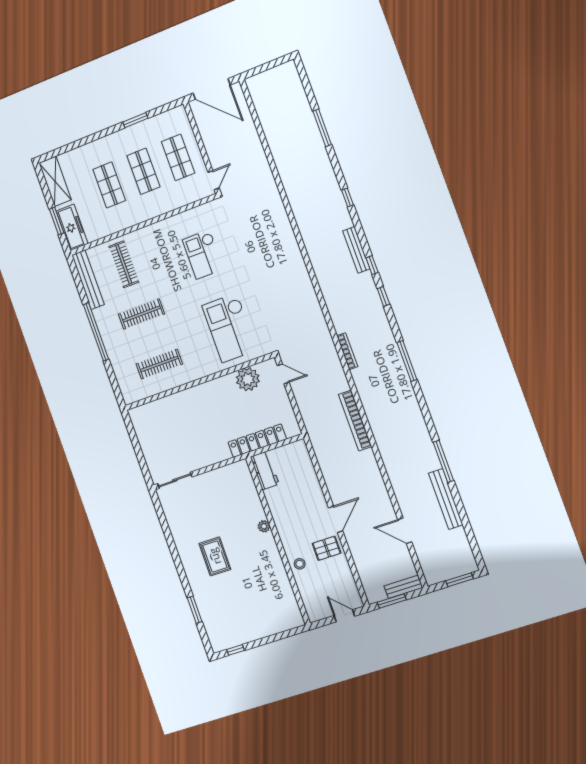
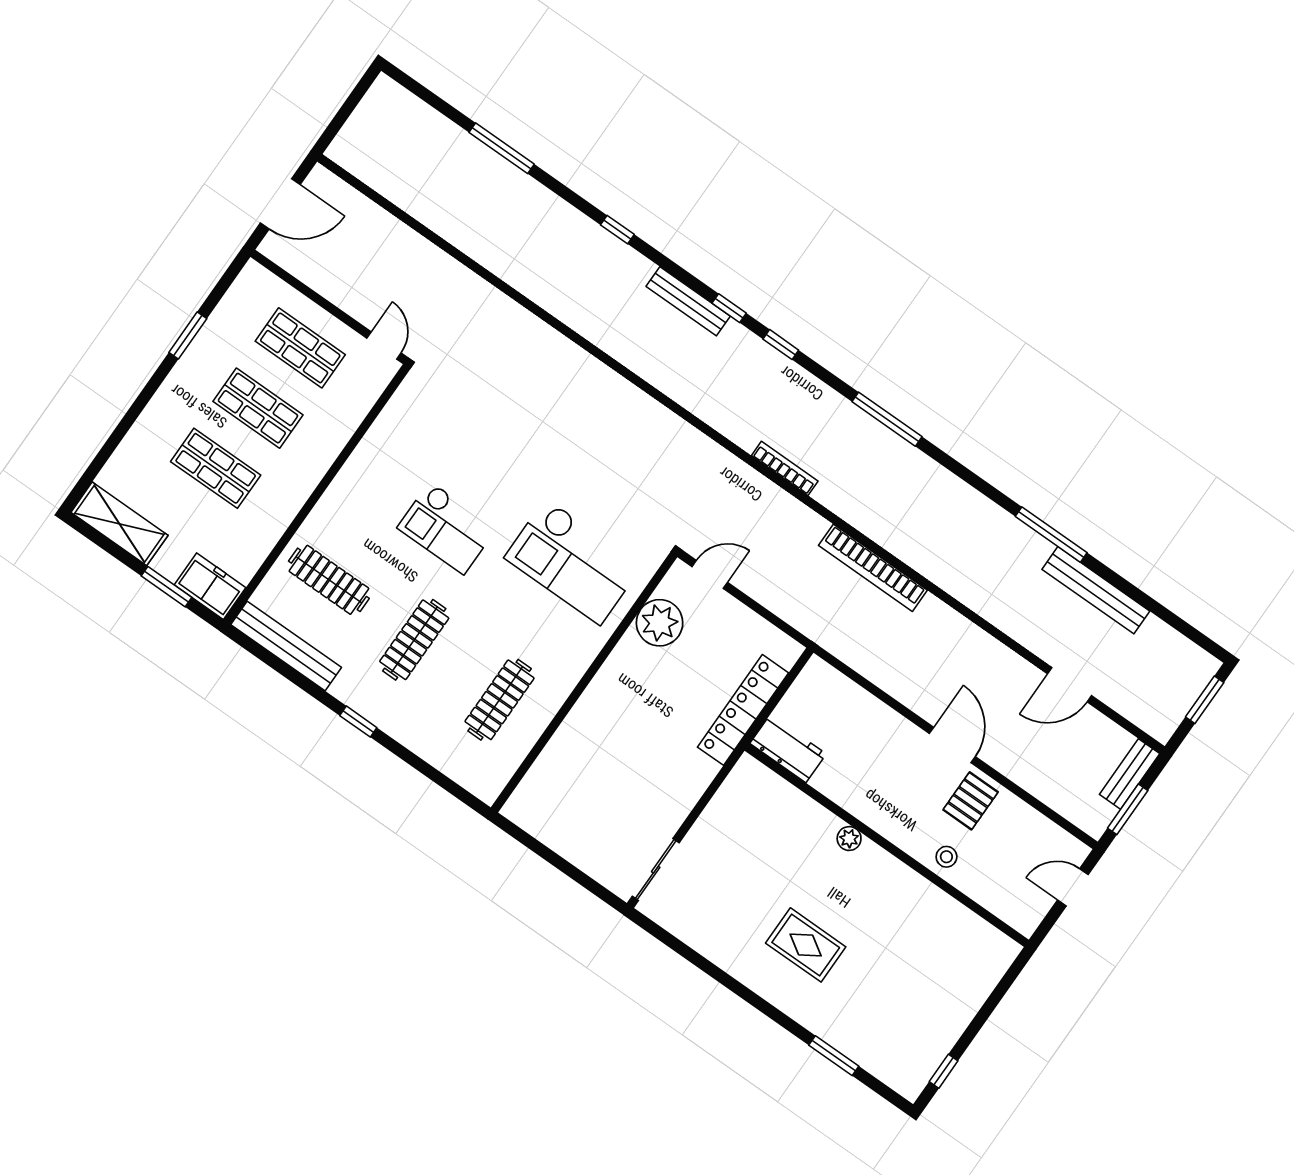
door: (212, 89) -> (280, 204), width x0.73
freezer: (72, 227) -> (210, 586), width x0.71
checkout: (203, 254) -> (447, 528), moved
window: (96, 332) -> (358, 722), width x0.32

